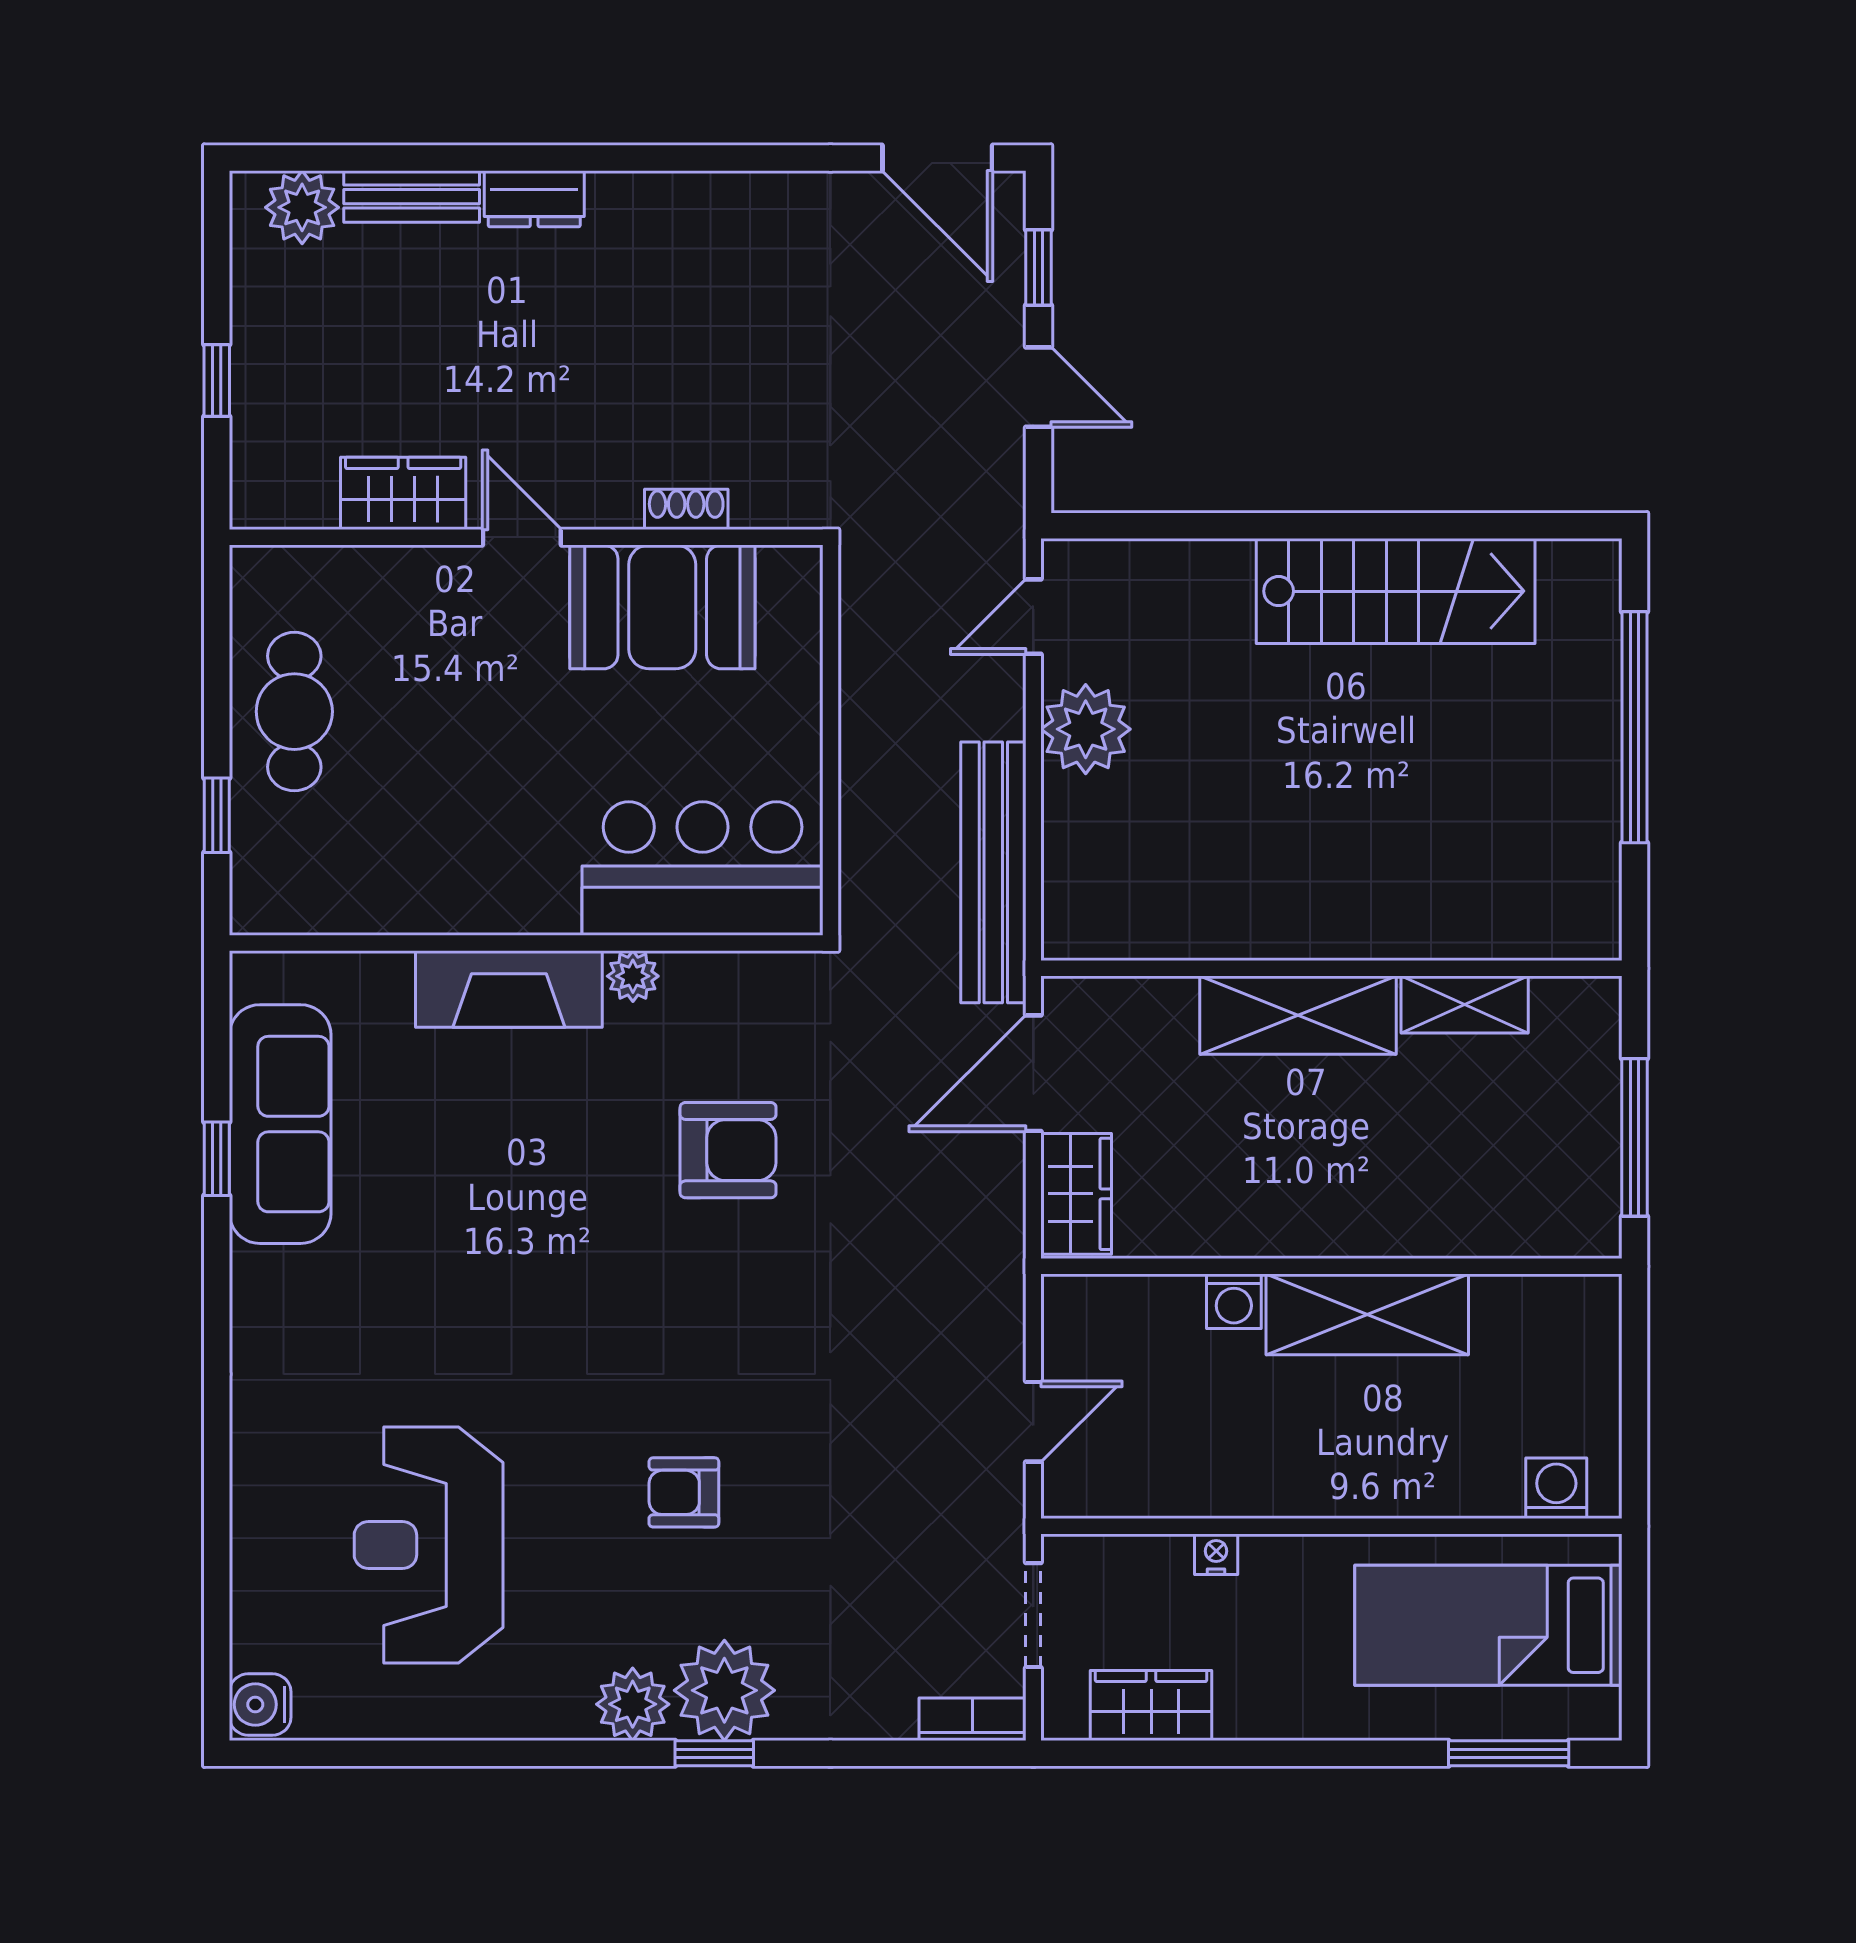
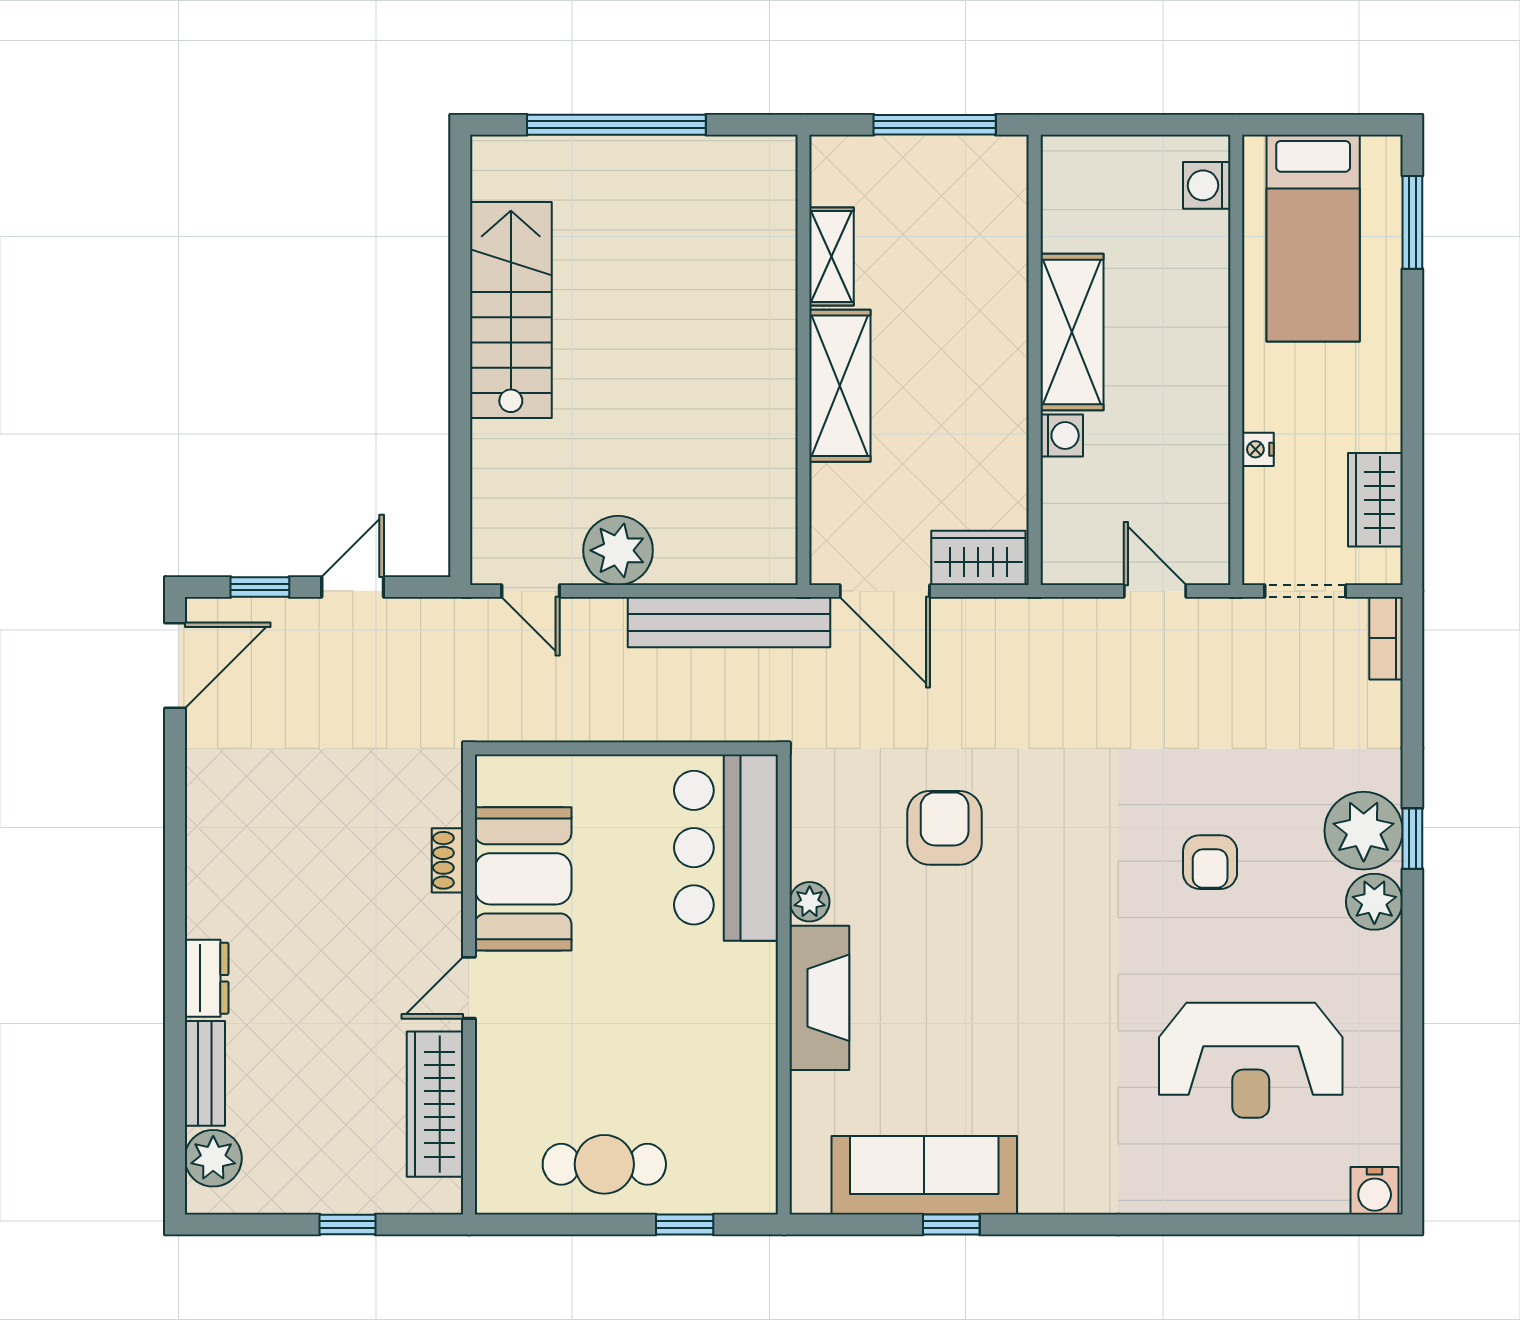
wardrobe: (403, 493) -> (435, 1104), width x1.50

